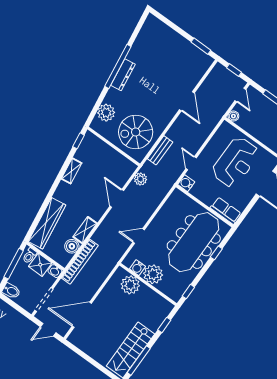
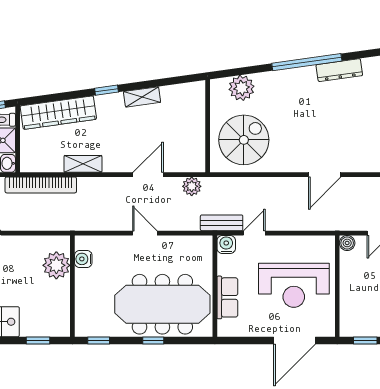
dresser: (123, 75) -> (339, 70), moved
spiral stairs: (136, 132) -> (244, 140), turned 90
window: (79, 141) -> (106, 90), moved
bench: (160, 150) -> (222, 223), moved
row of seats: (226, 211) -> (227, 297), moved
door: (139, 236) -> (145, 233), moved
boiler: (72, 246) -> (52, 162), removed
window: (216, 253) -> (153, 341), moved
plant: (153, 274) -> (89, 283), removed

